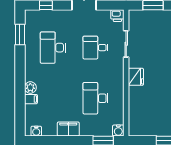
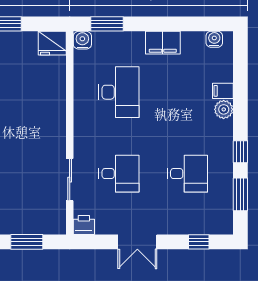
desk: (53, 48) -> (187, 174), width x0.73
window: (20, 61) -> (240, 152), added
fridge: (136, 77) -> (52, 43), moved, turned -90

